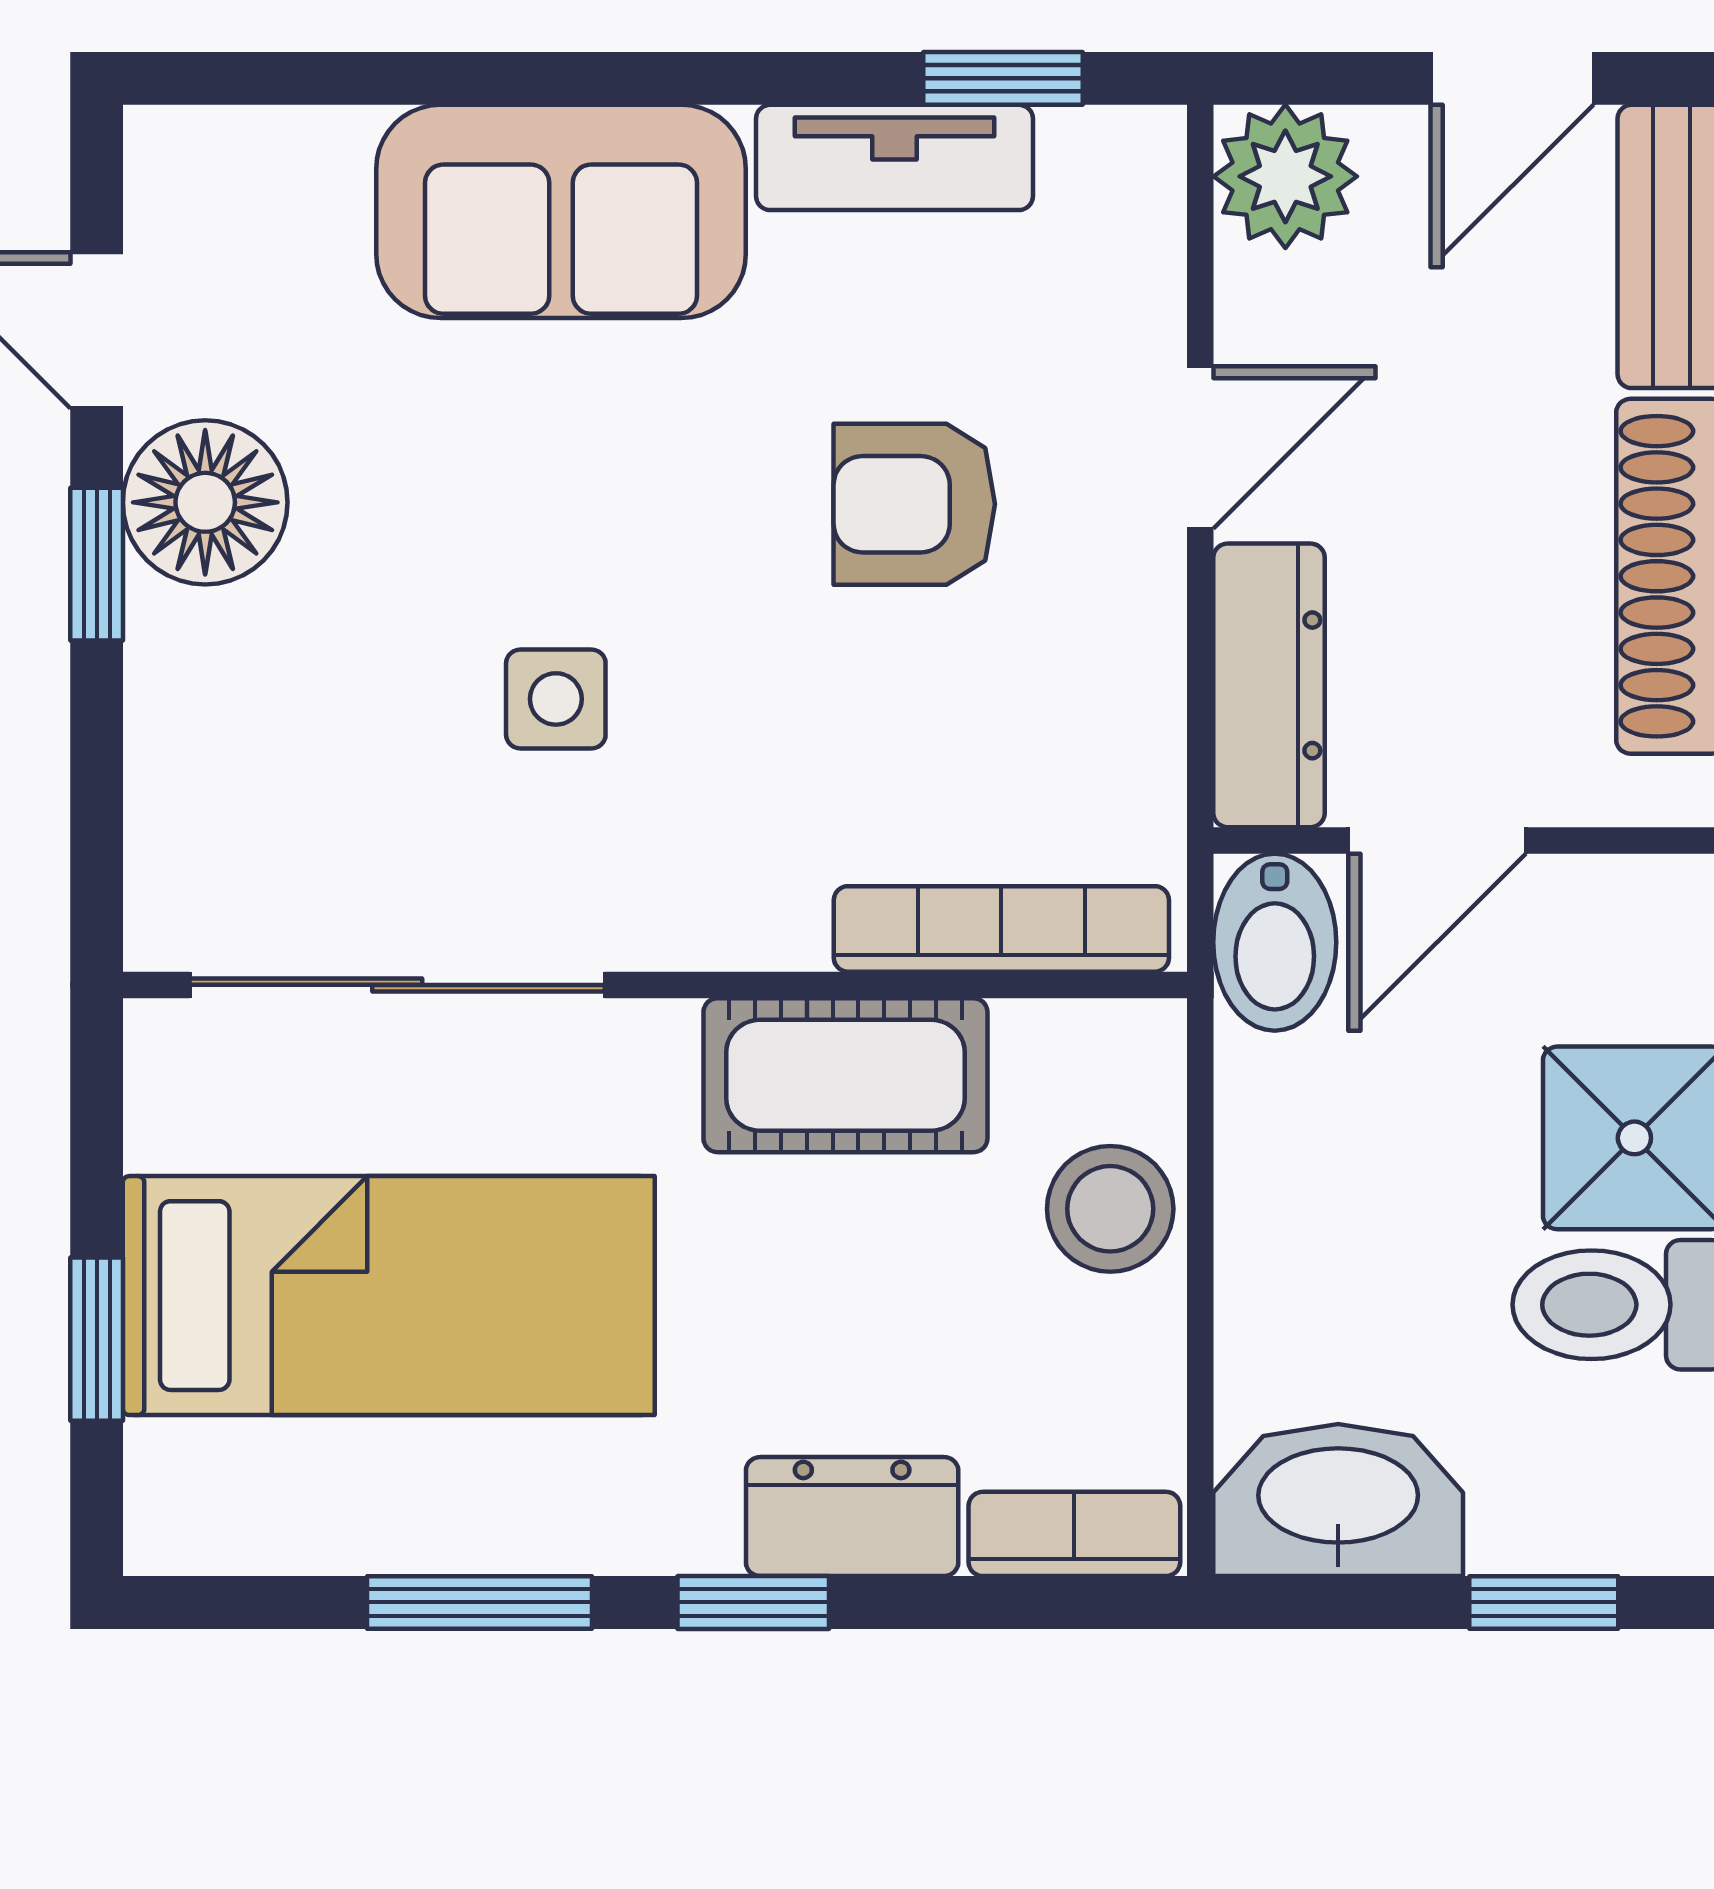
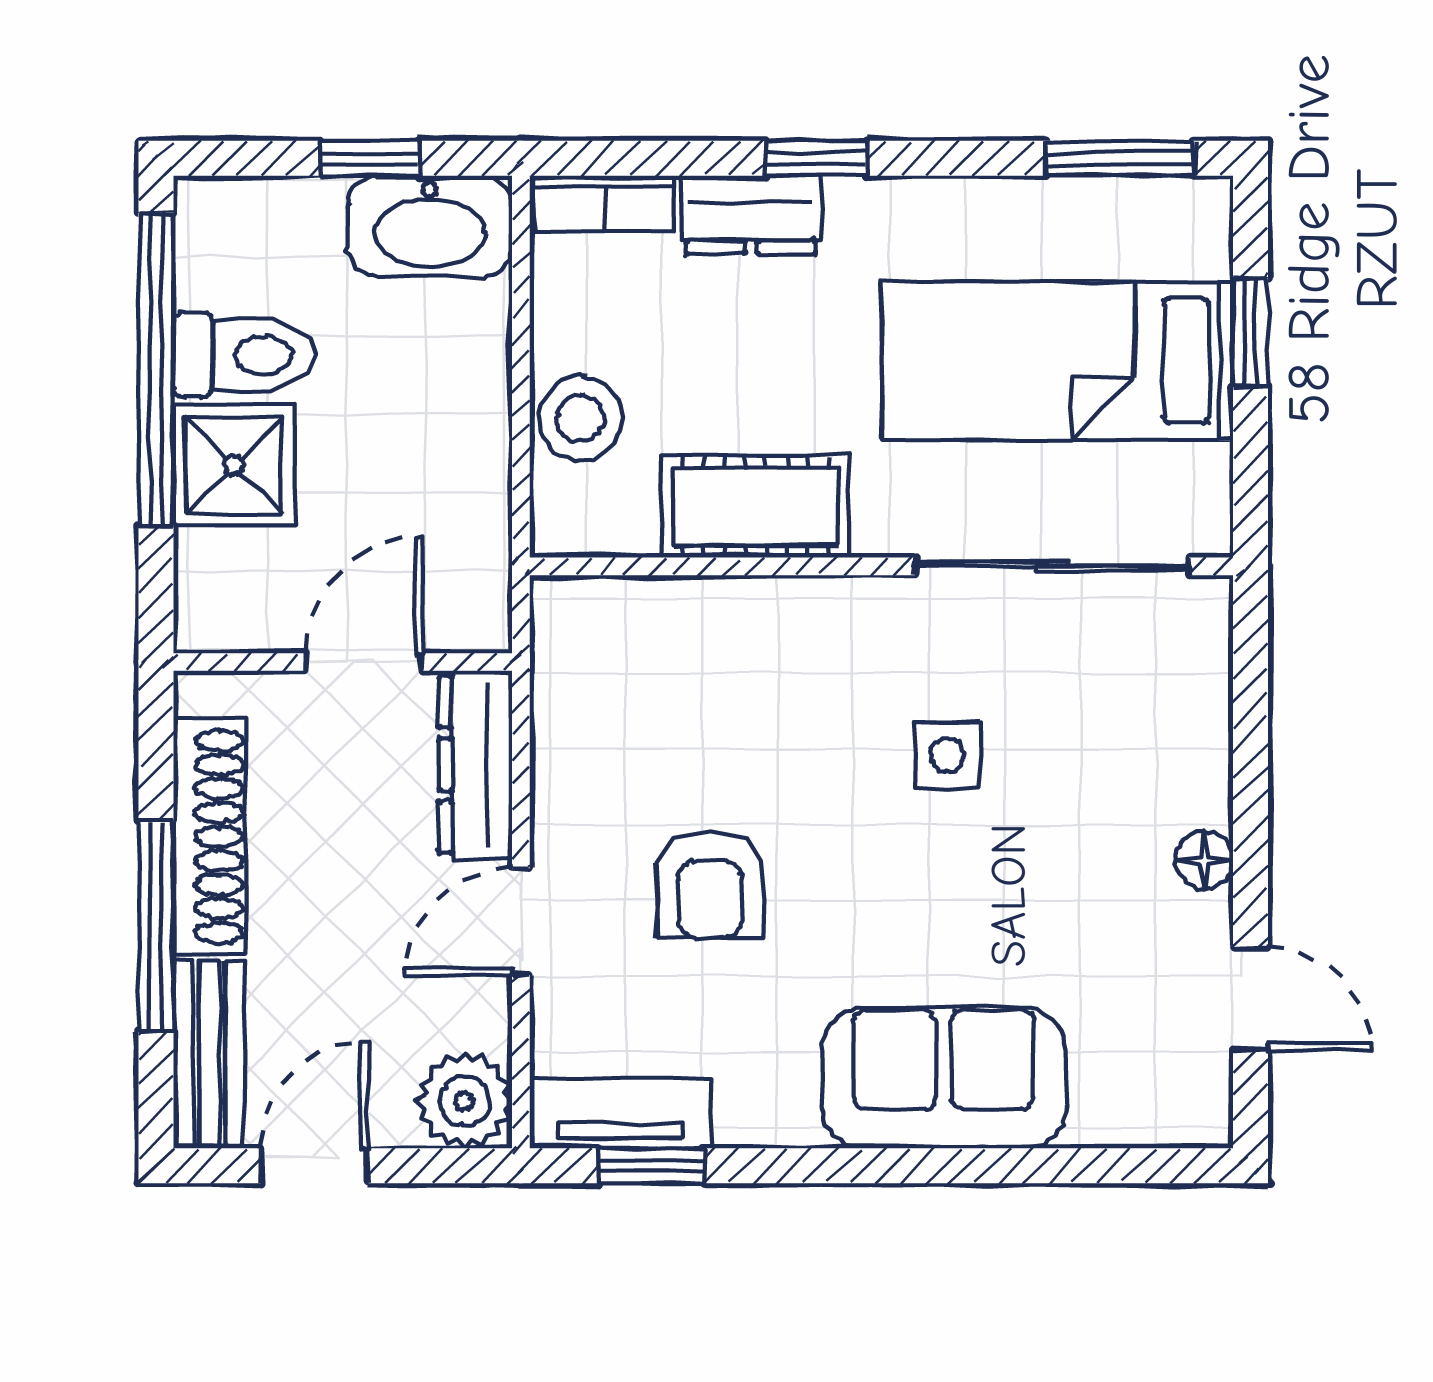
tv unit: (895, 157) -> (621, 1113), moved
floor lamp: (205, 502) -> (1204, 860), width x0.53, depth x0.53
armchair: (914, 504) -> (710, 884), turned 90
window: (97, 564) -> (1251, 845), removed
bookcase: (1001, 929) -> (652, 603), removed
bidet: (1275, 942) -> (472, 595), removed
window: (479, 1602) -> (1119, 158), moved
window: (1544, 1602) -> (370, 158), moved

